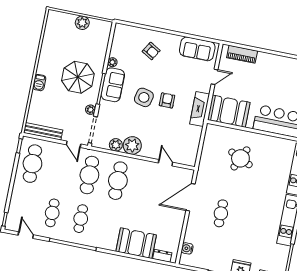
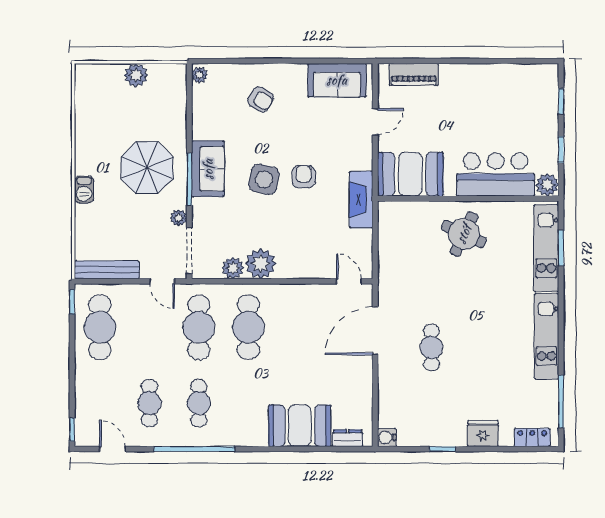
plant: (112, 62) -> (200, 75), moved
fireplace: (200, 109) -> (361, 200), moved
round table: (240, 158) -> (464, 234), moved
door: (165, 163) -> (349, 281), moved
water cooler: (187, 248) -> (387, 437), moved

